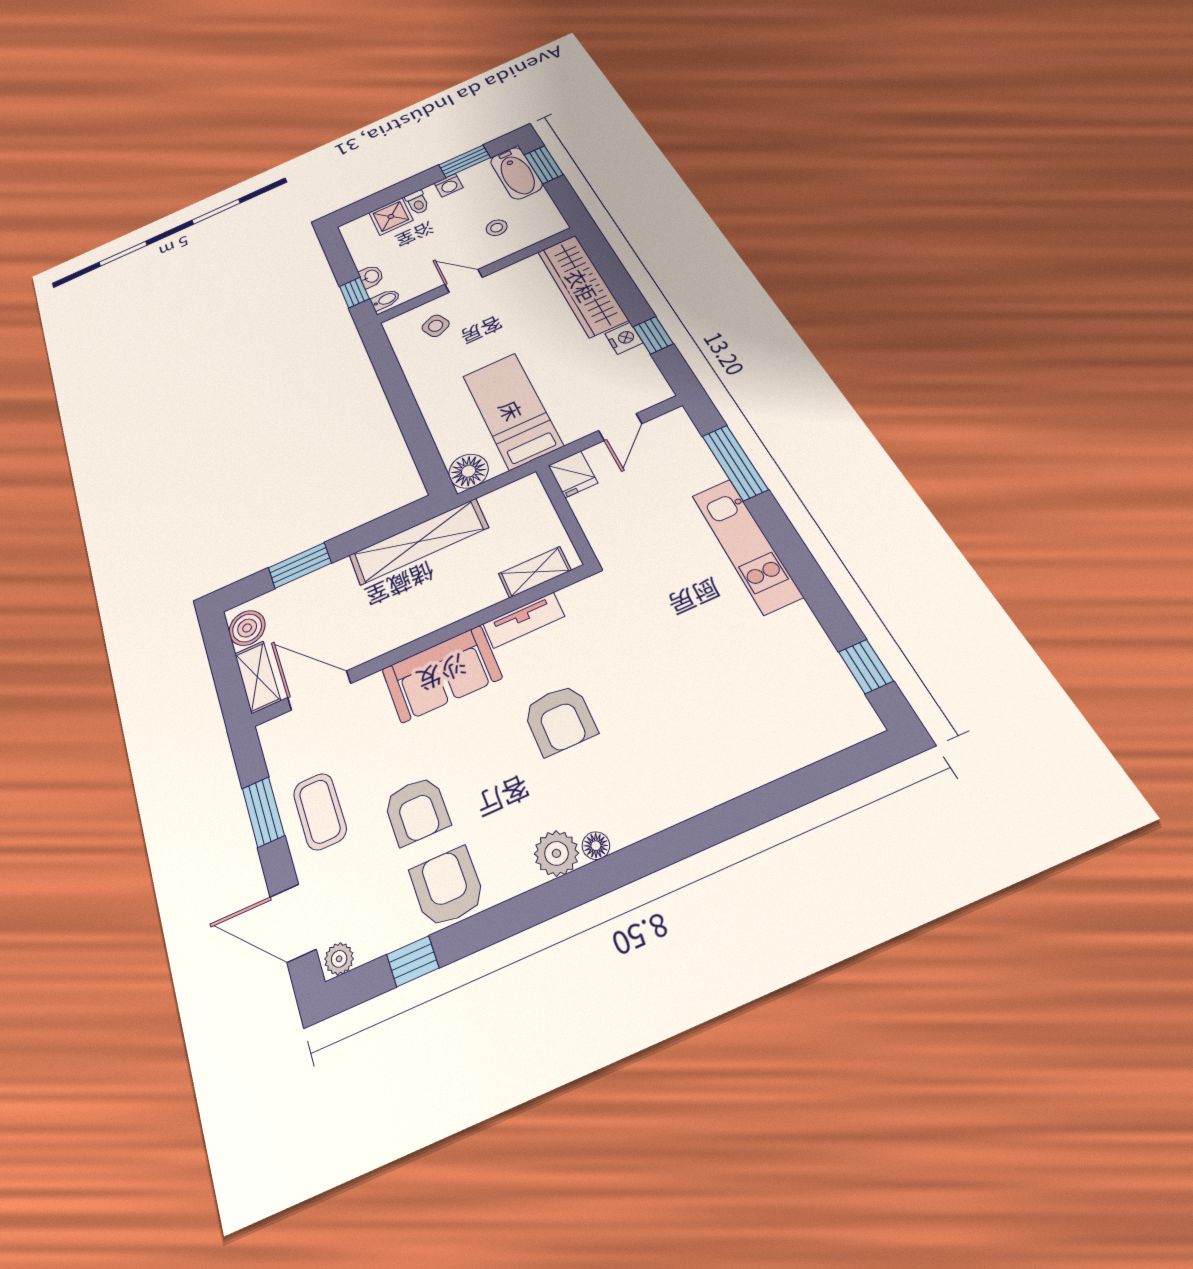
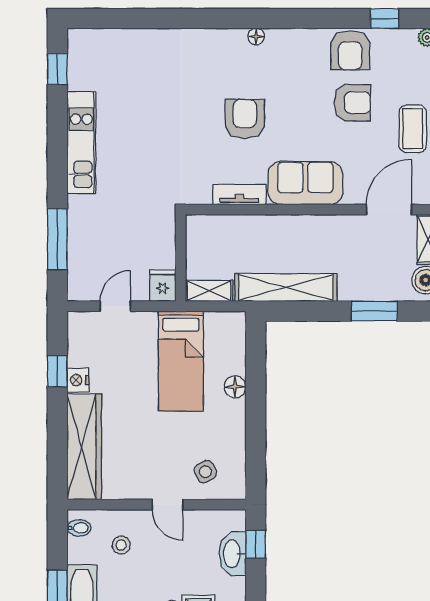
washbasin: (371, 276) -> (233, 554), width x1.91, depth x1.45
bidet: (385, 300) -> (79, 528), moved, turned 180
floor lamp: (469, 471) -> (235, 387), moved, width x0.73, depth x0.73
kitchen unit: (746, 545) -> (81, 143), moved
shelving: (535, 572) -> (209, 291), moved
door: (319, 691) -> (389, 210), swing flipped
armchair: (417, 810) -> (352, 103), turned 90
plant: (556, 853) -> (280, 42), removed

